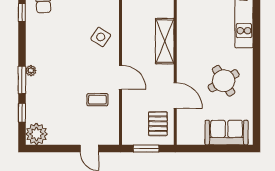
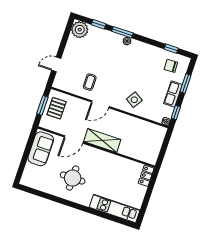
shelving: (165, 41) -> (102, 141), moved
round table: (224, 81) -> (73, 178), turned 31
pallet: (158, 124) -> (57, 108), moved, turned 90
sofa: (227, 133) -> (41, 149), moved

